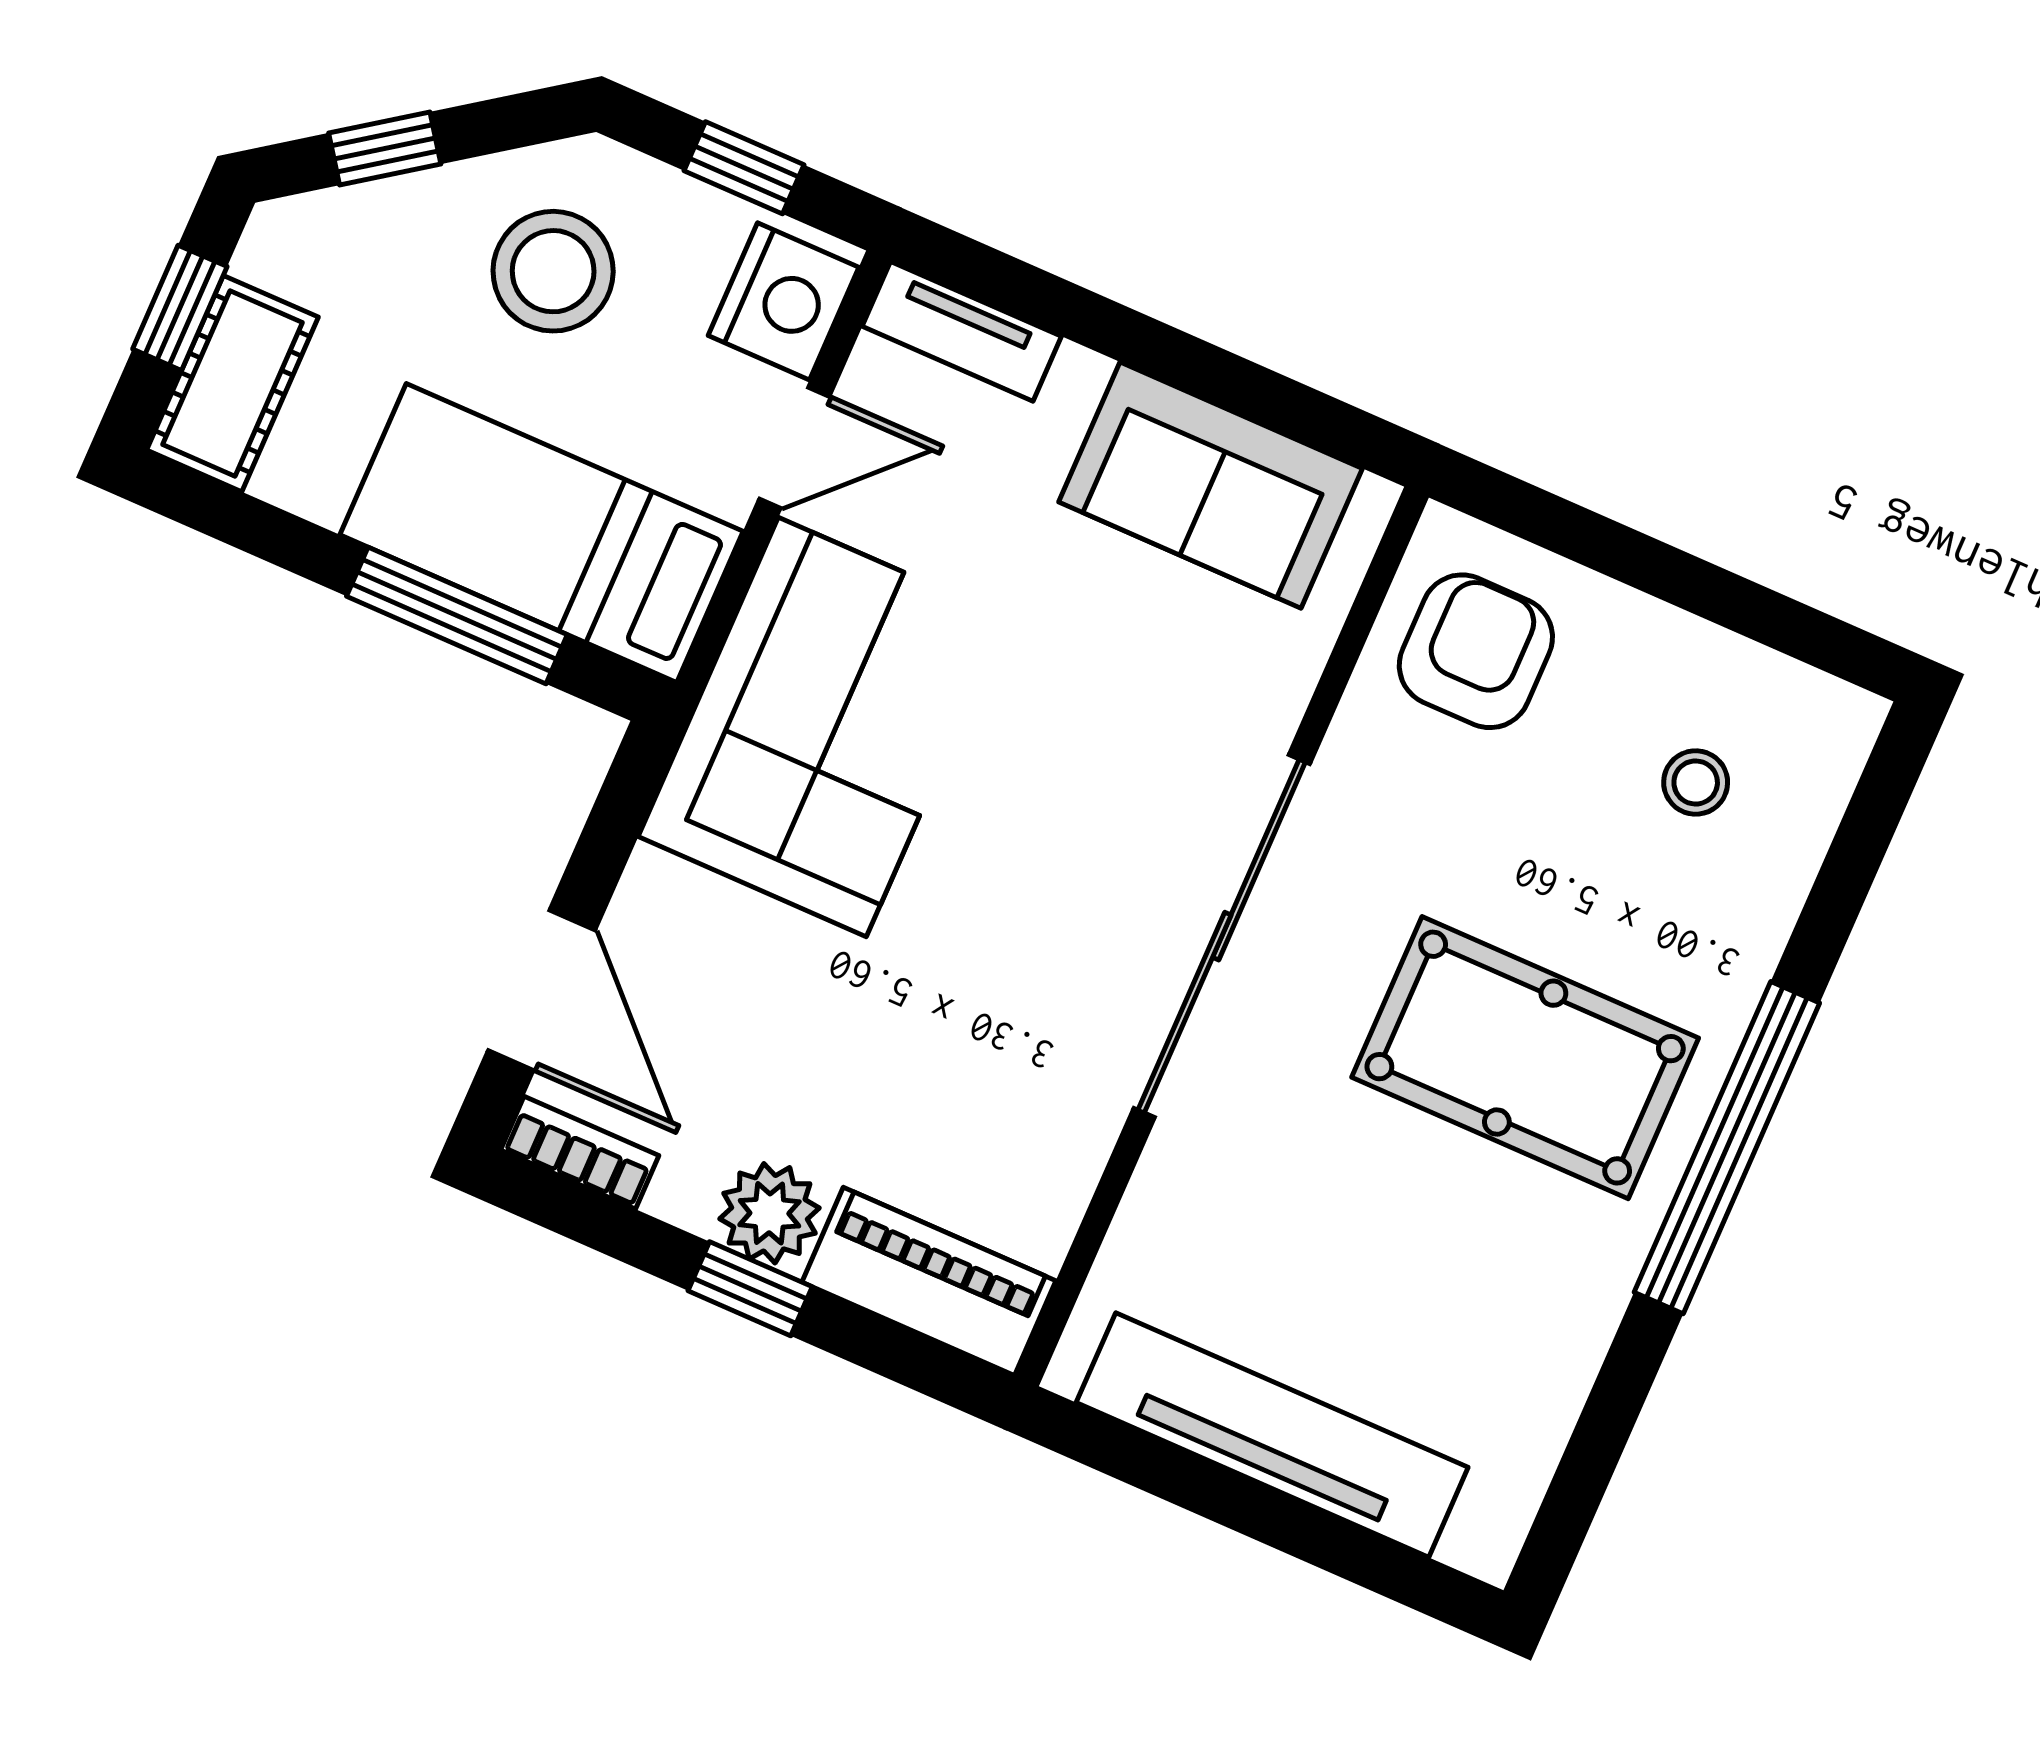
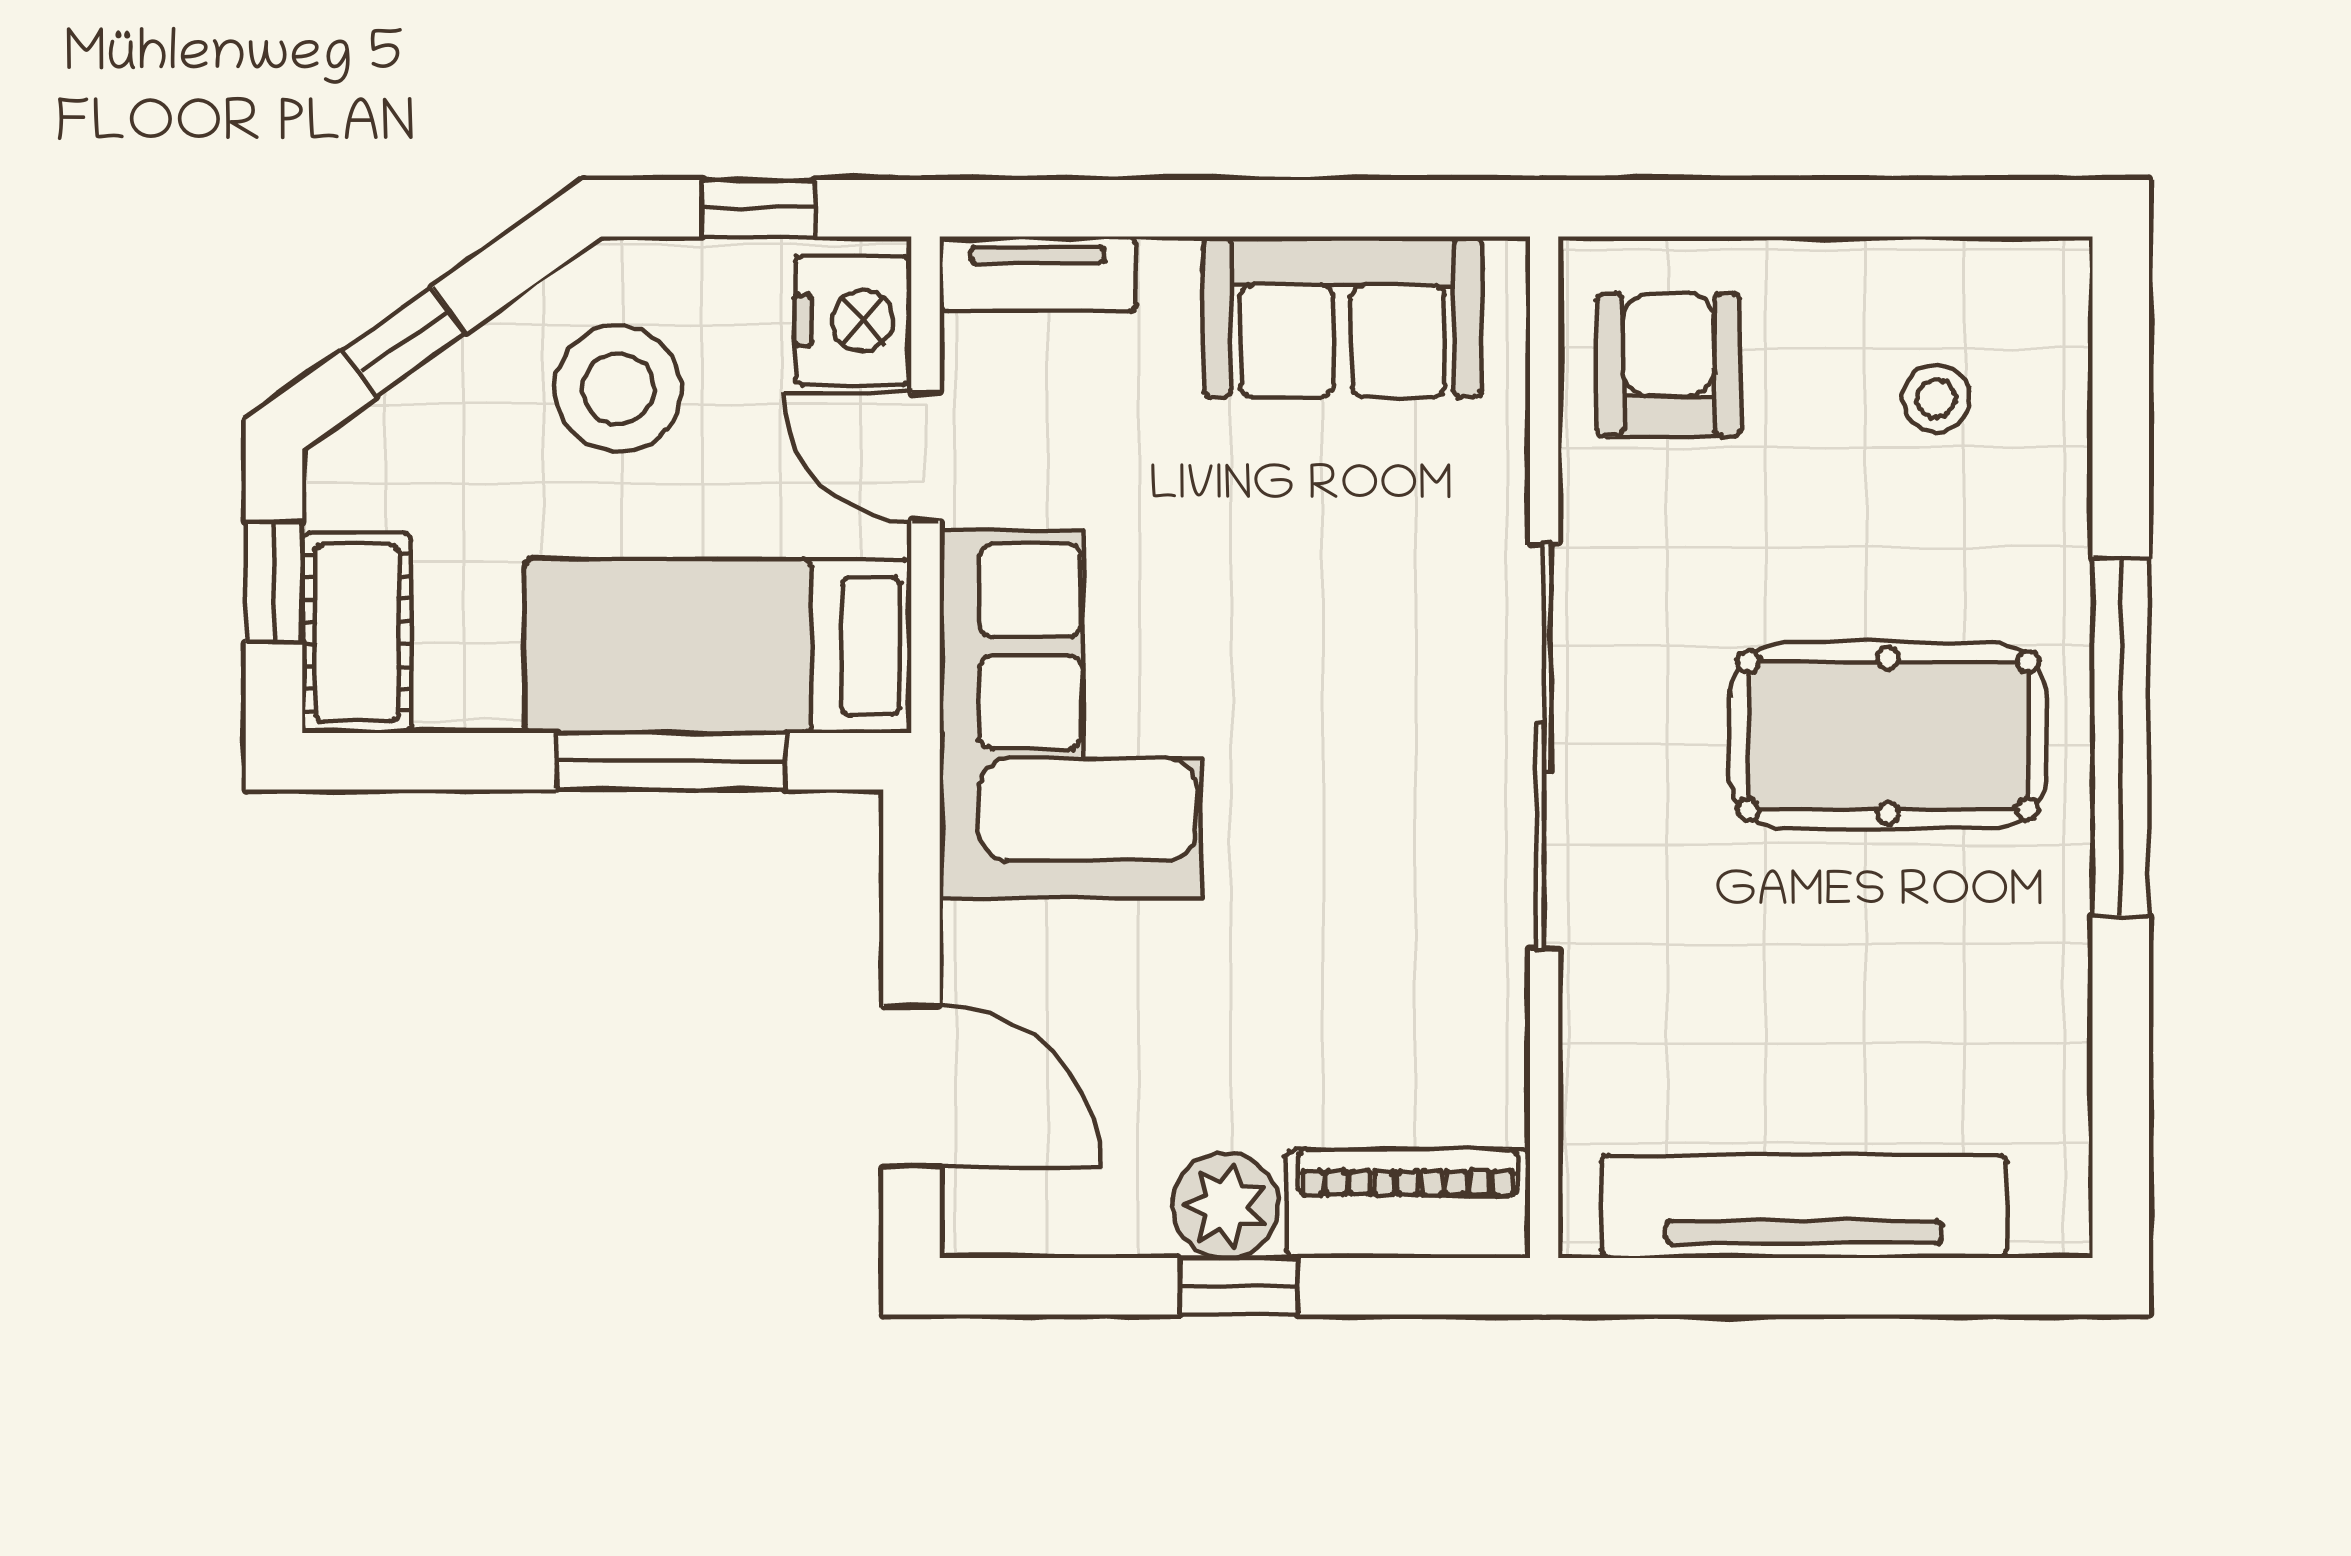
door: (794, 448) -> (925, 457), swing flipped
bookcase: (580, 1153) -> (1017, 1227), removed

